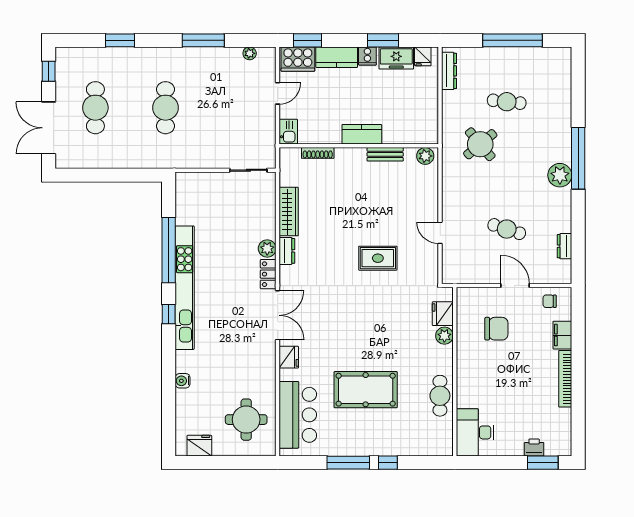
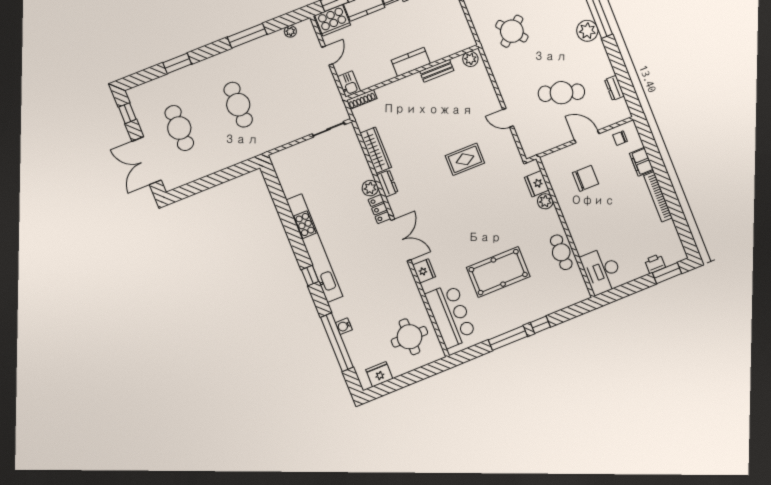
shoe rack: (318, 153) -> (362, 99), moved
cafe table: (507, 229) -> (561, 93), width x1.37, depth x1.35
window: (169, 250) -> (337, 342), moved

